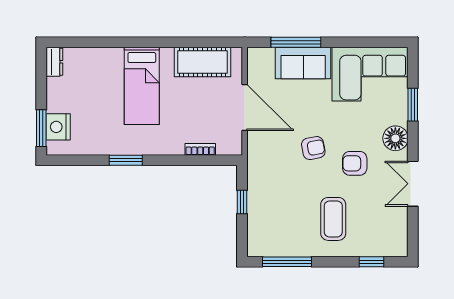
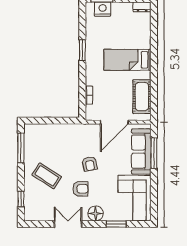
sofa: (303, 63) -> (141, 152), width x1.36
armchair: (355, 163) -> (80, 189), turned 90
window: (242, 202) -> (57, 121), removed
coffee table: (333, 219) -> (47, 176), turned 33

